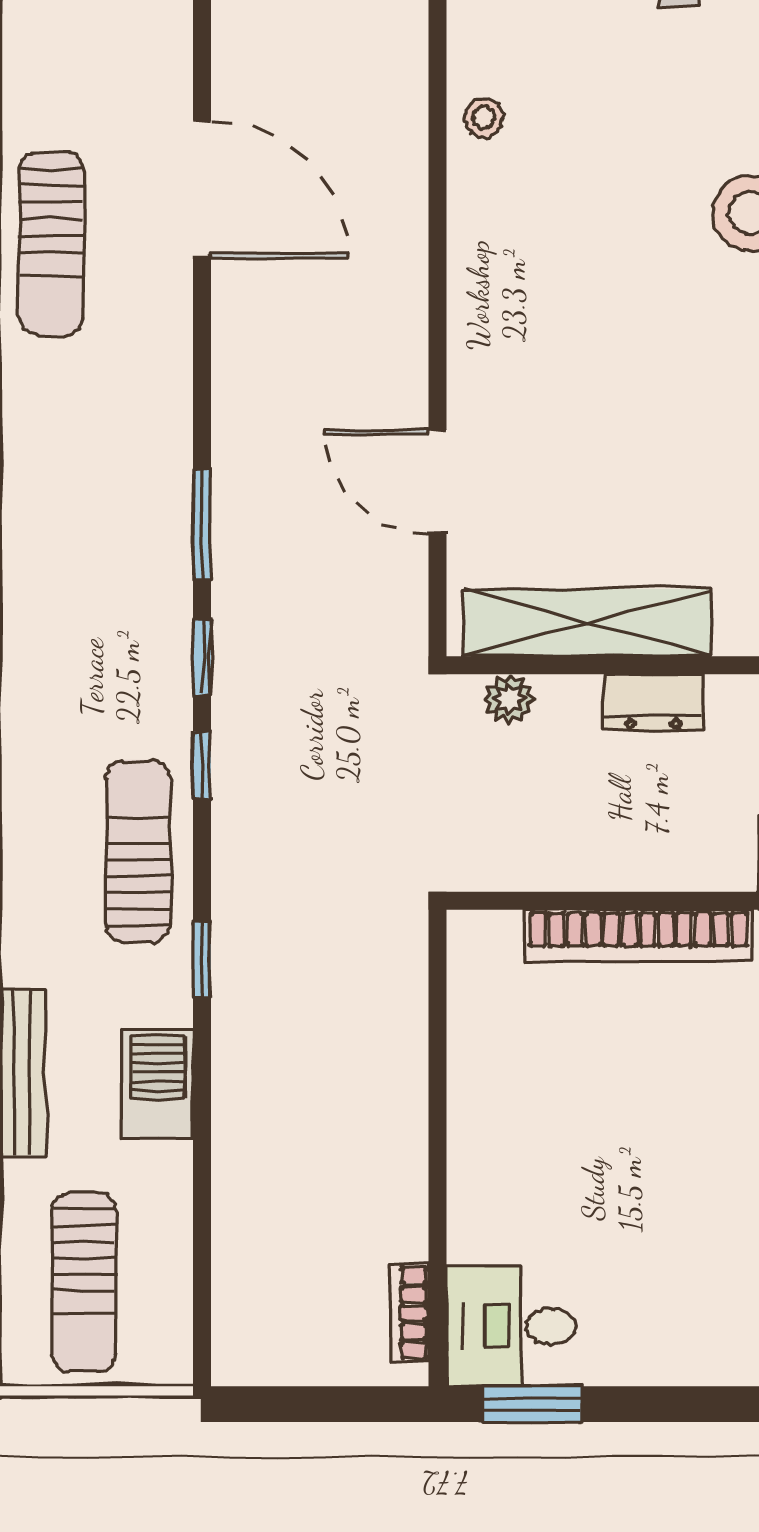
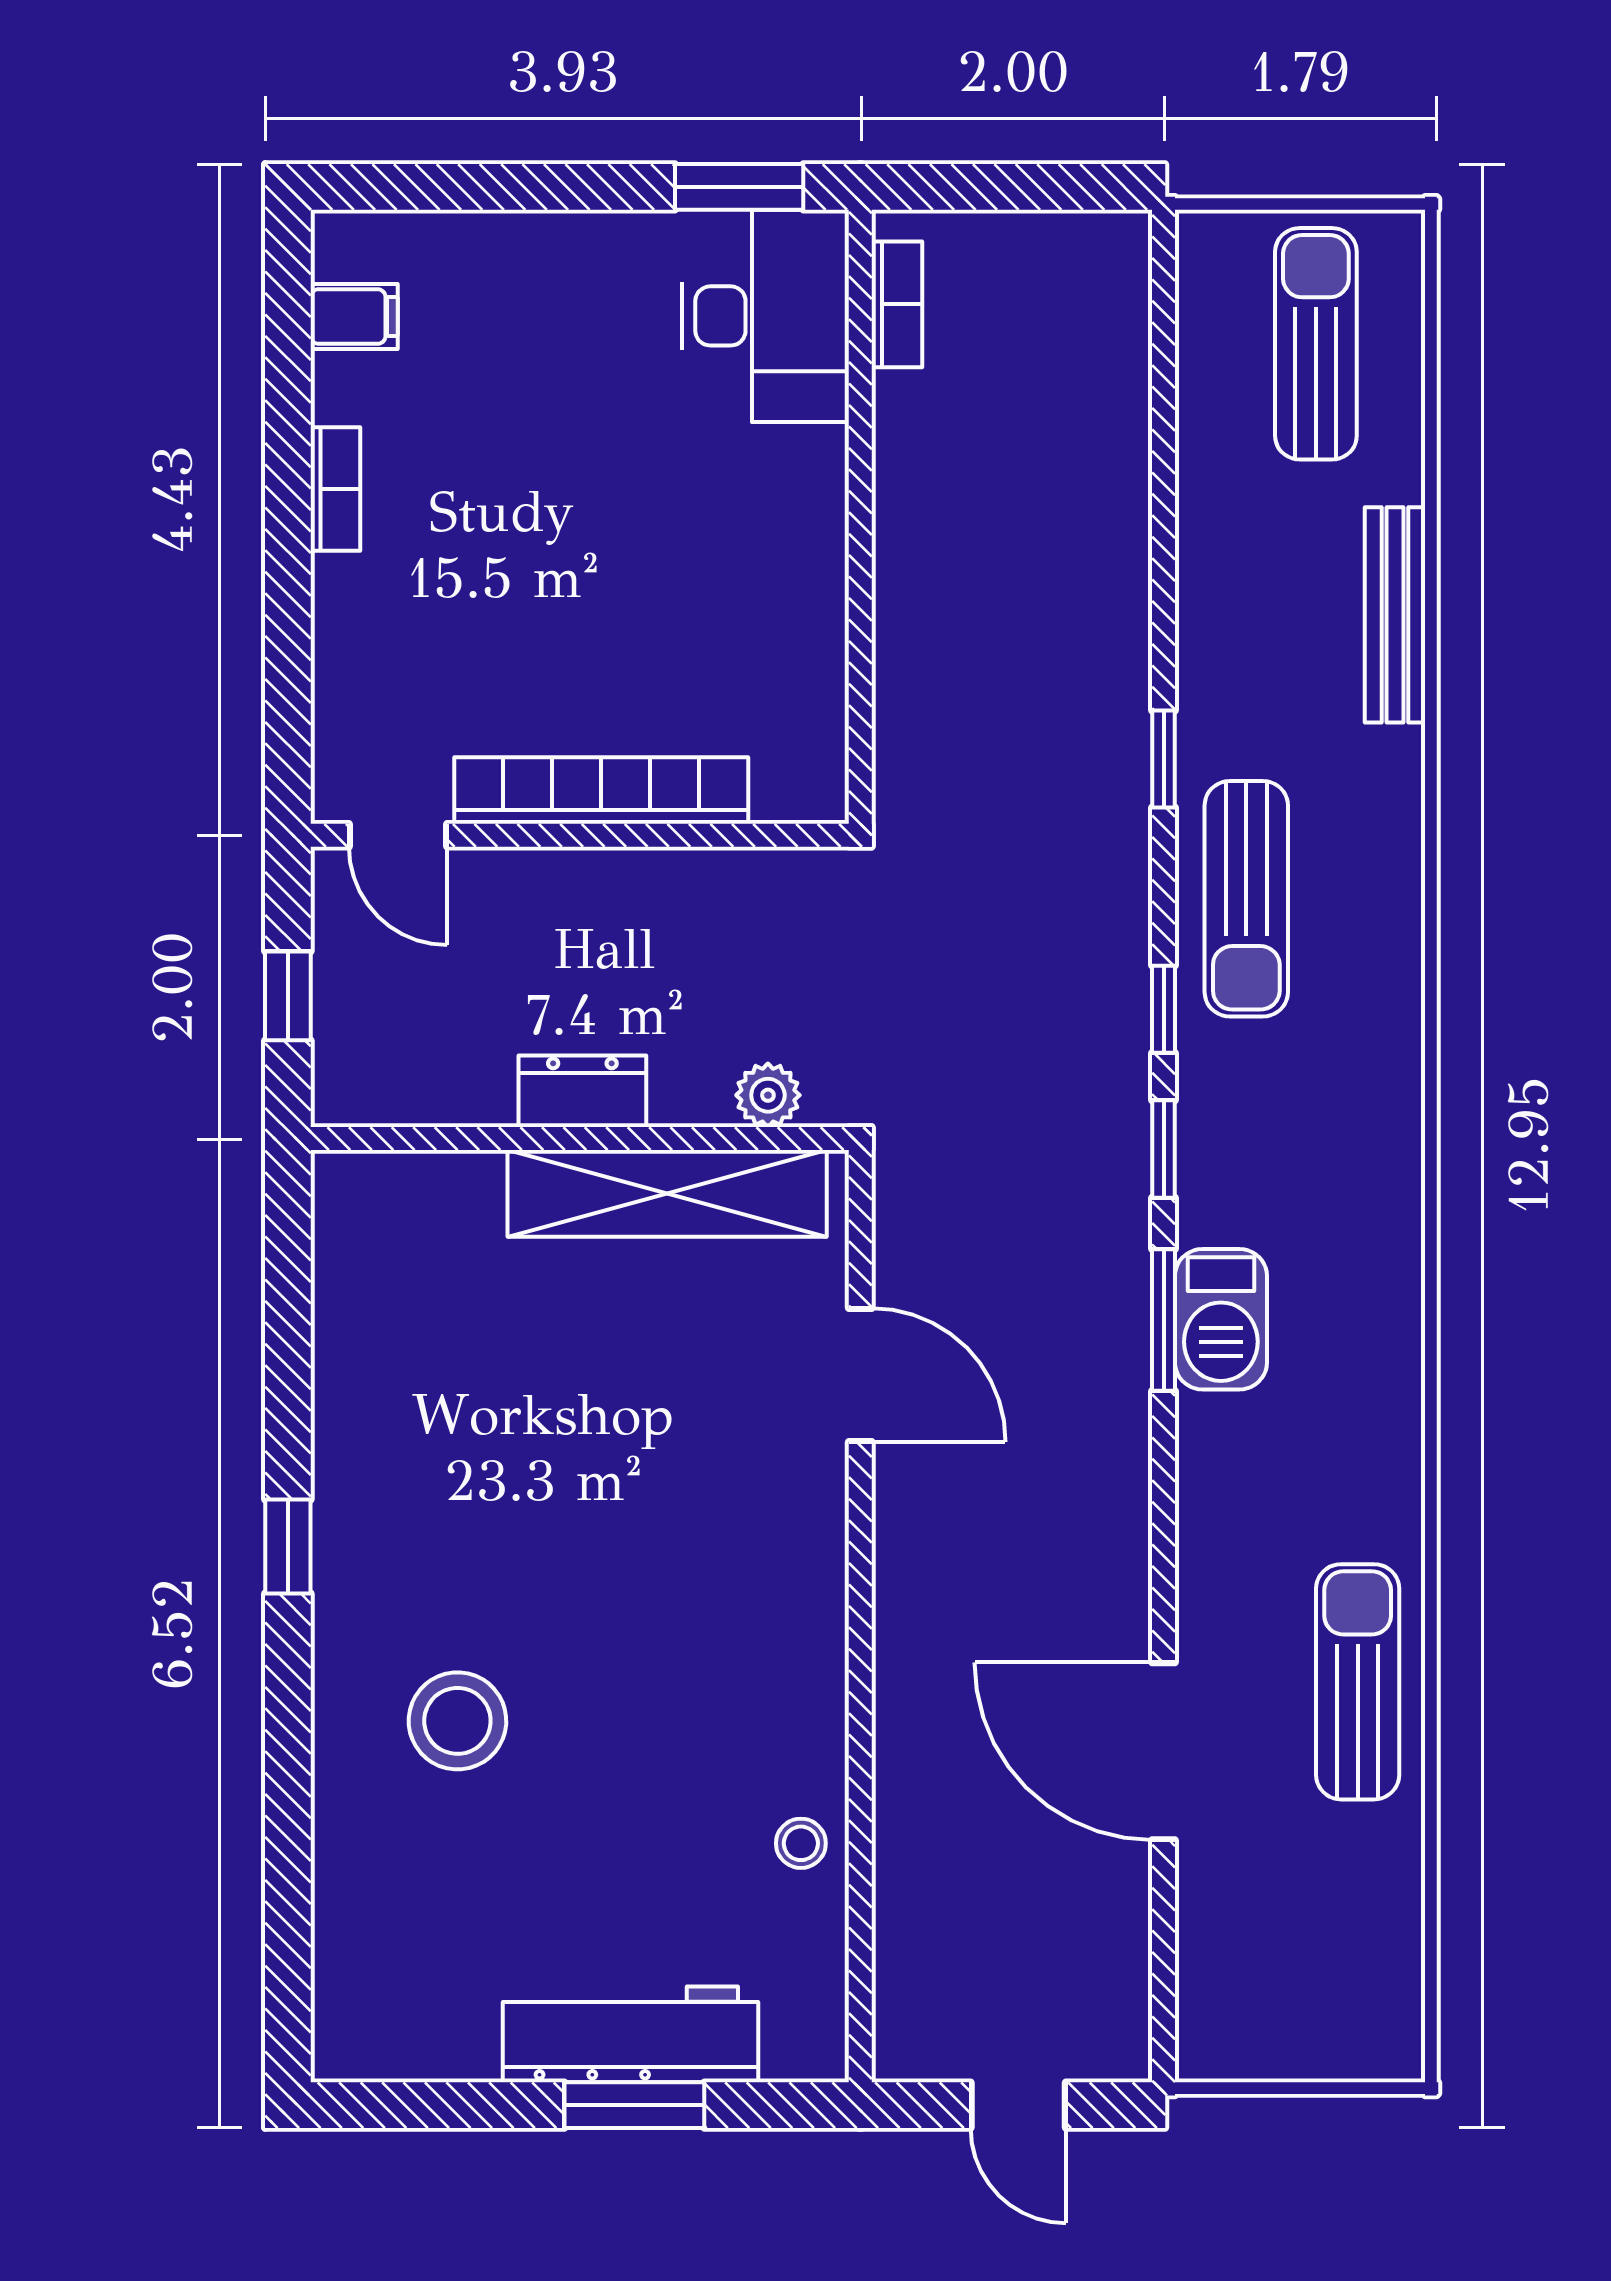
barbecue: (157, 1084) -> (1221, 1319), moved
desk: (511, 1326) -> (765, 316), width x1.37

